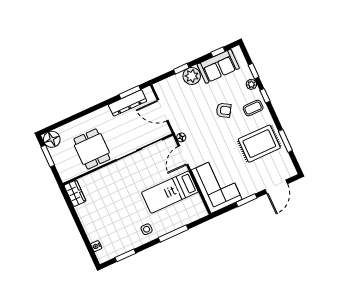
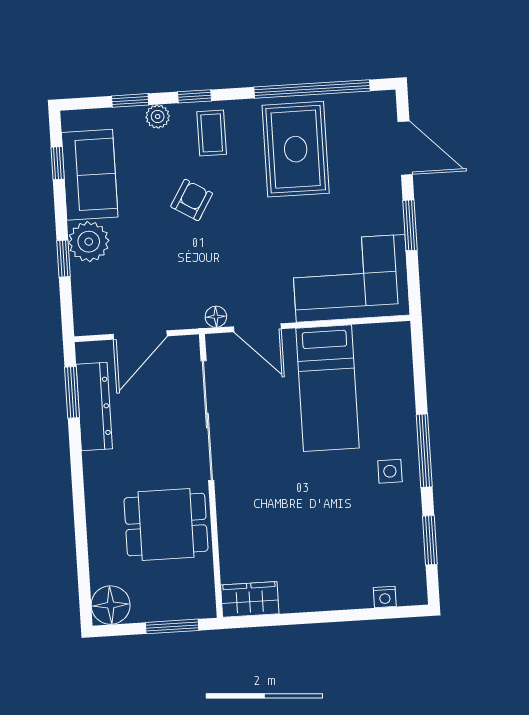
window: (285, 141) -> (312, 89), width x2.11
window: (48, 156) -> (172, 626), moved
window: (173, 234) -> (424, 451), moved

